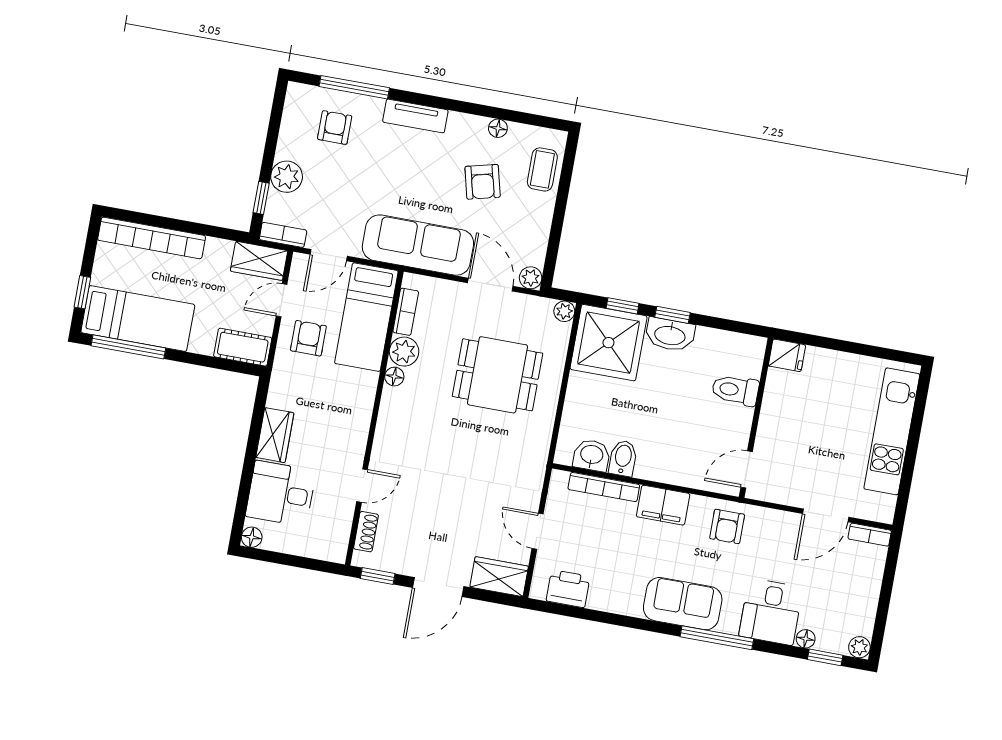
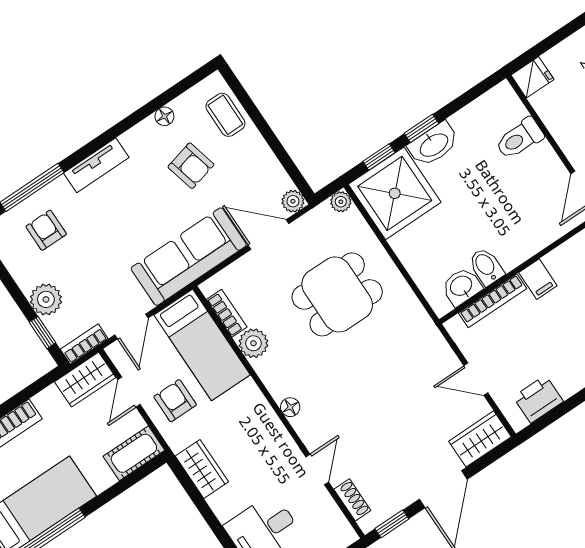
floor lamp: (394, 377) -> (290, 407), moved
wardrobe: (275, 435) -> (202, 469), moved
filing cabinet: (663, 505) -> (538, 279), width x0.50

